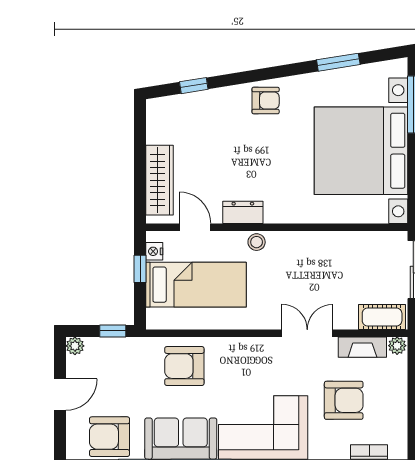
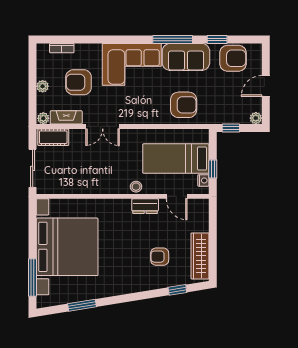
armchair: (266, 101) -> (160, 257), moved
wardrobe: (160, 180) -> (200, 256), moved
plant: (398, 394) -> (43, 86), added

